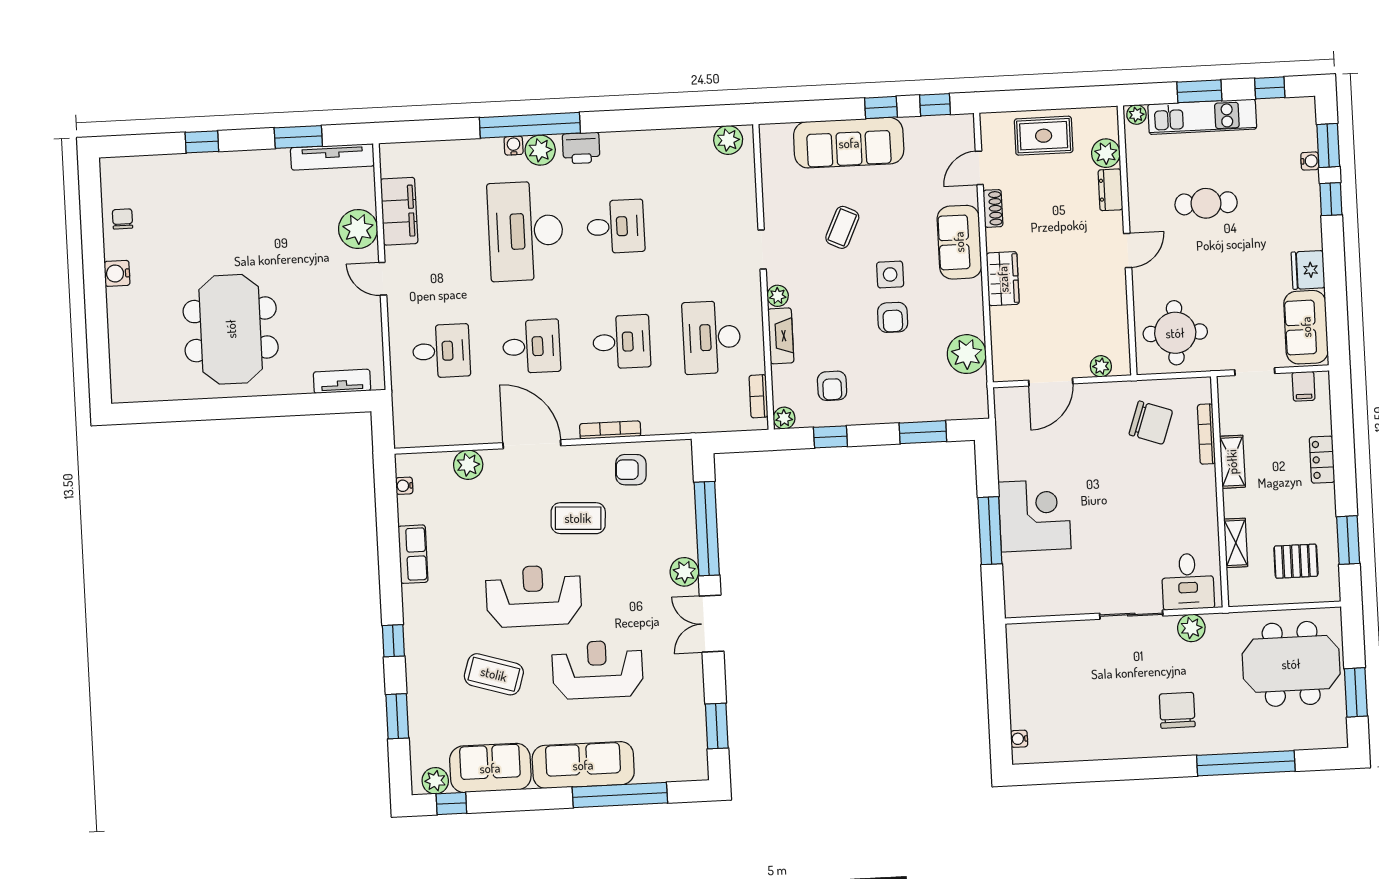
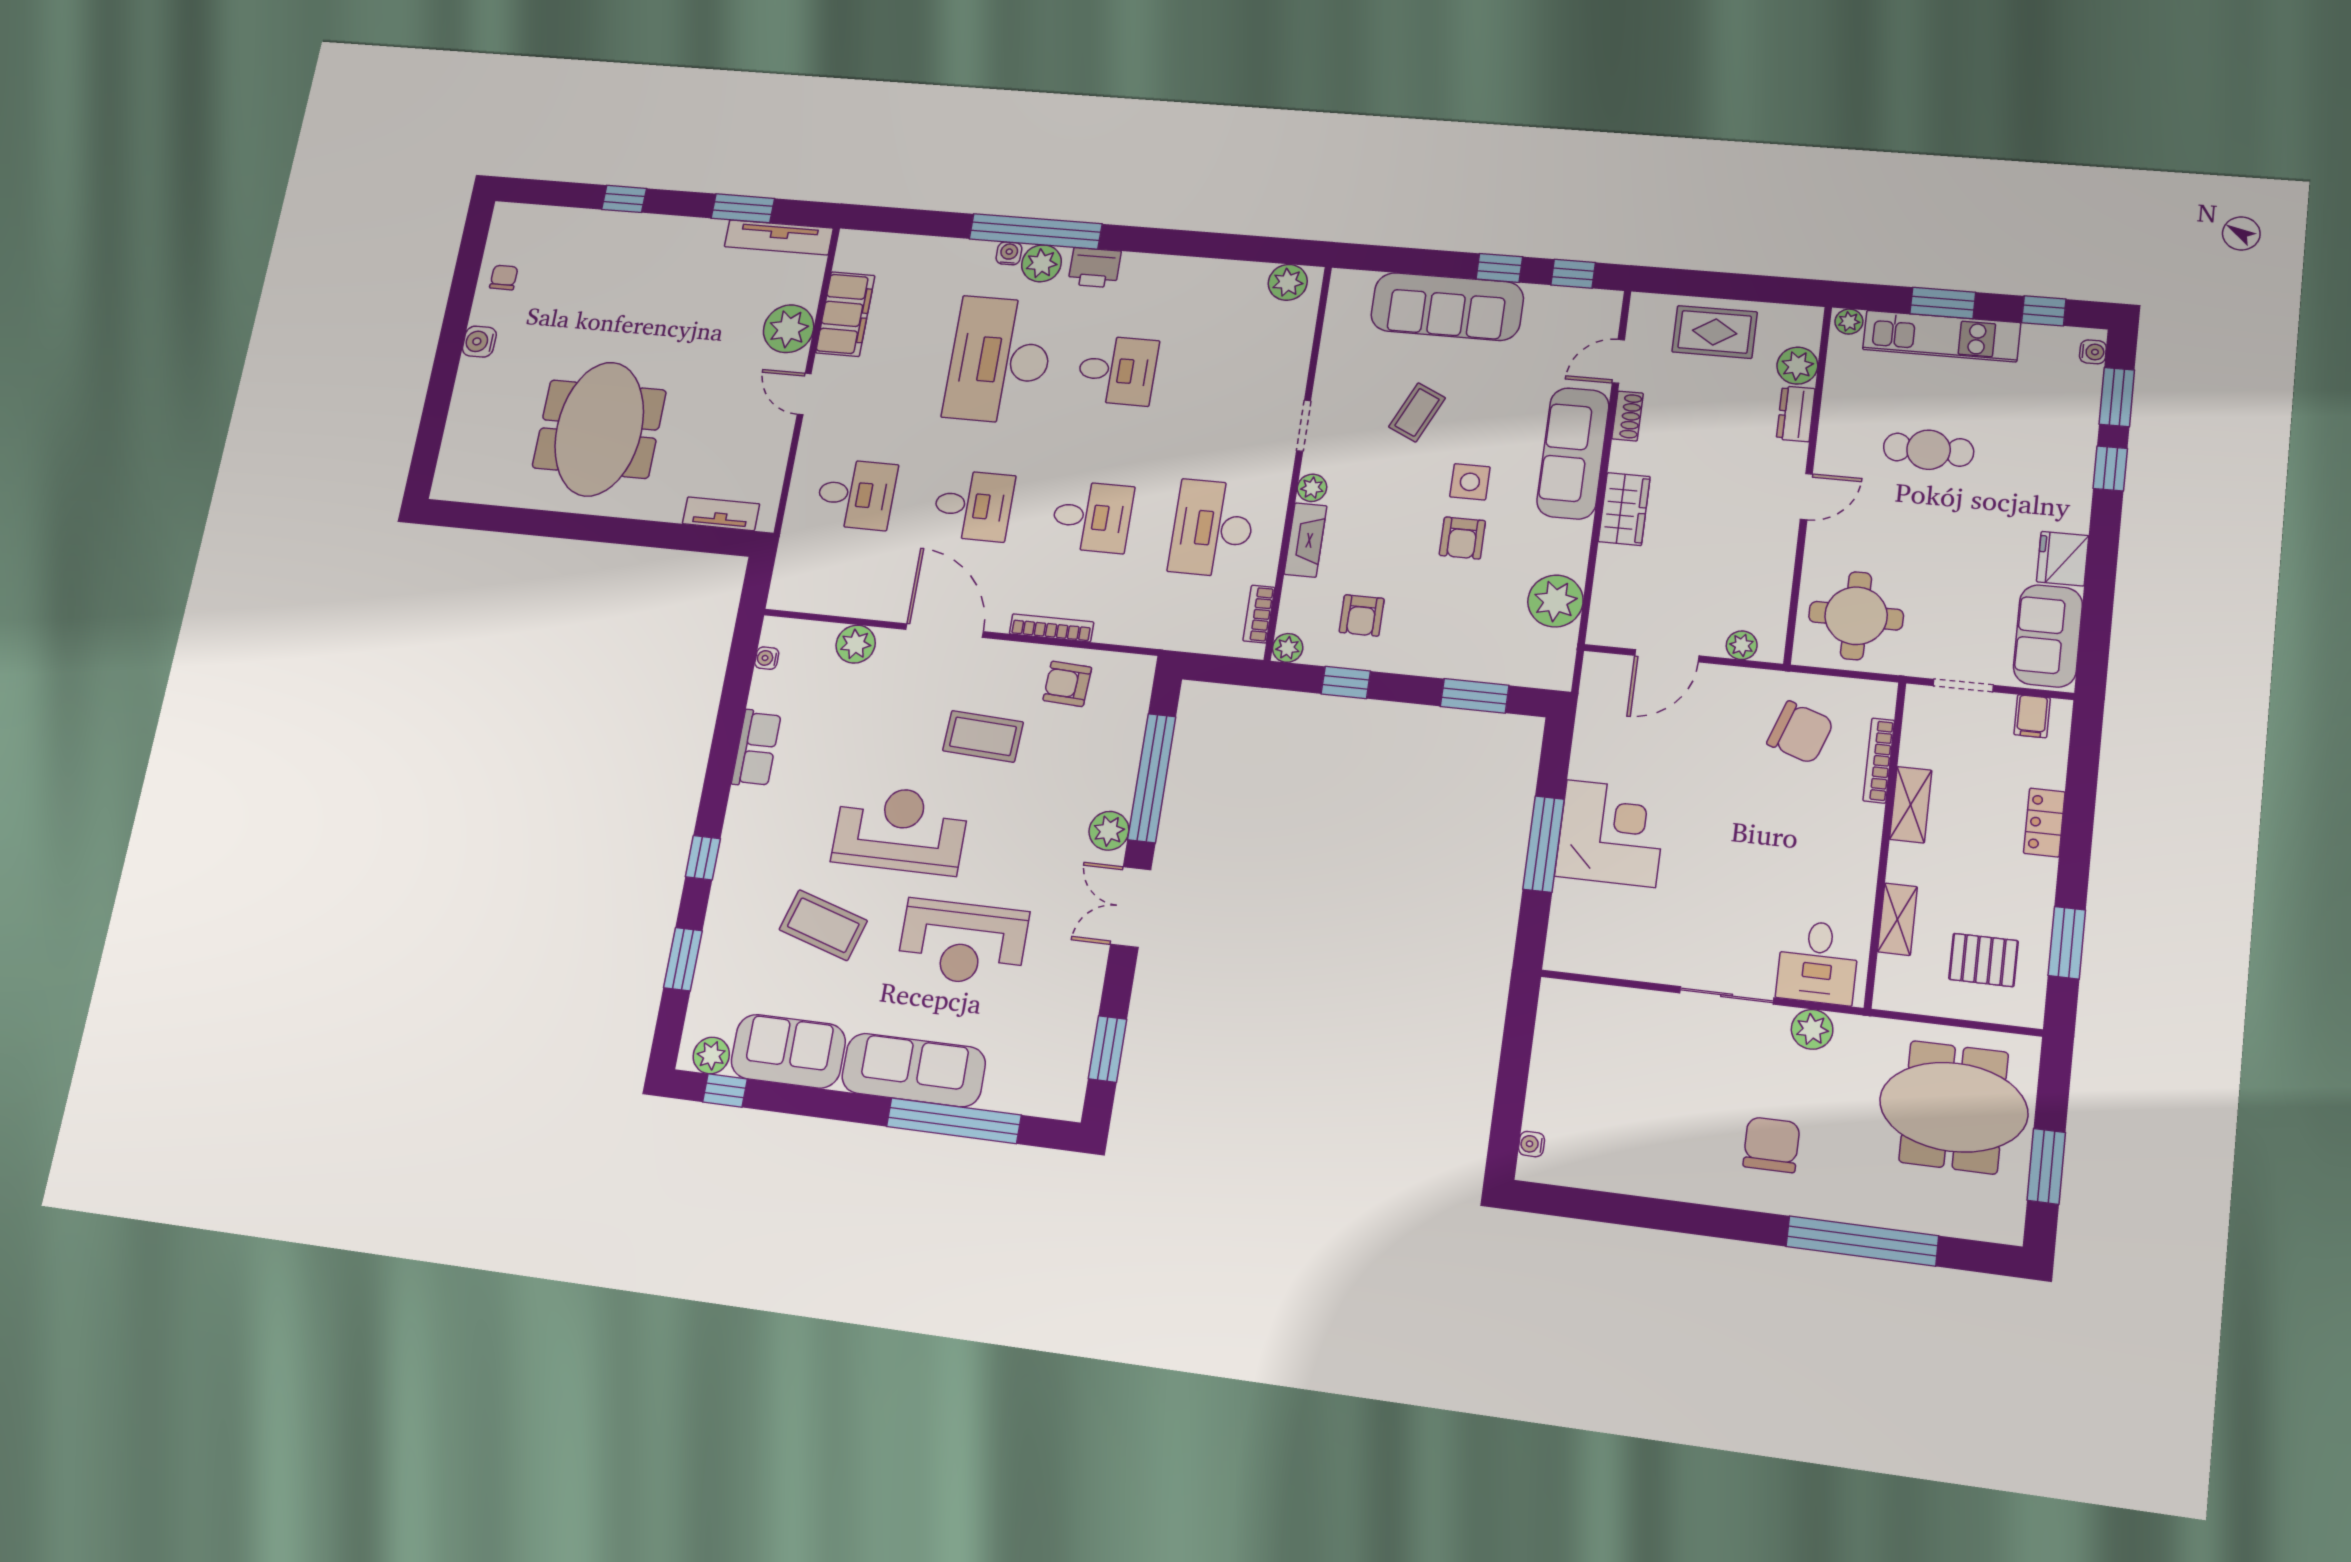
water cooler: (1310, 161) -> (2093, 352), moved
sofa: (959, 242) -> (1573, 453), width x1.36
reception desk: (598, 669) -> (963, 943), turned 180

